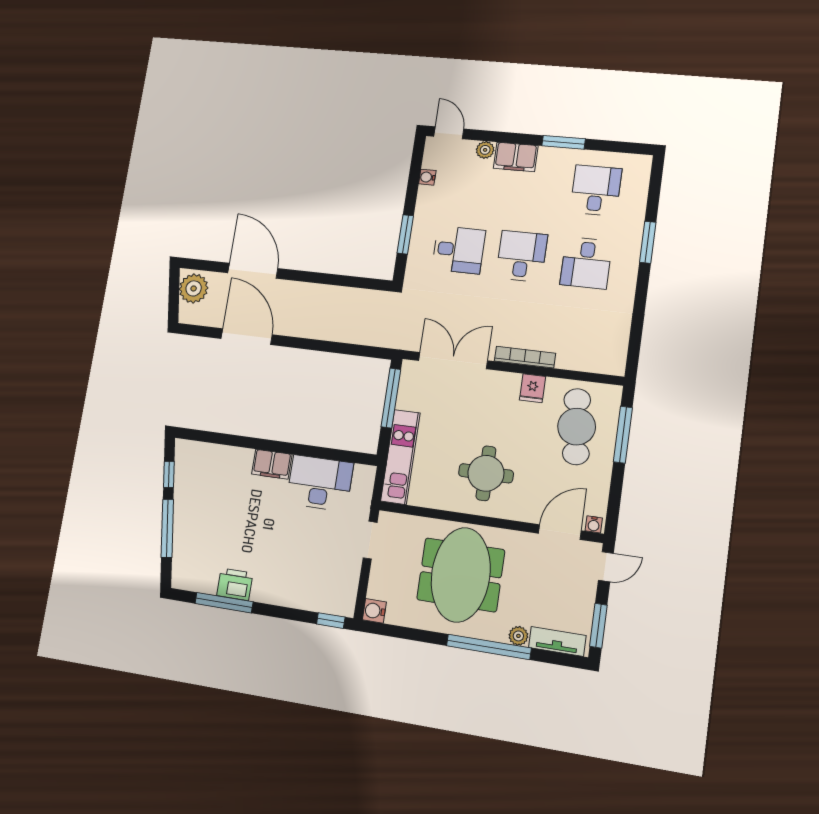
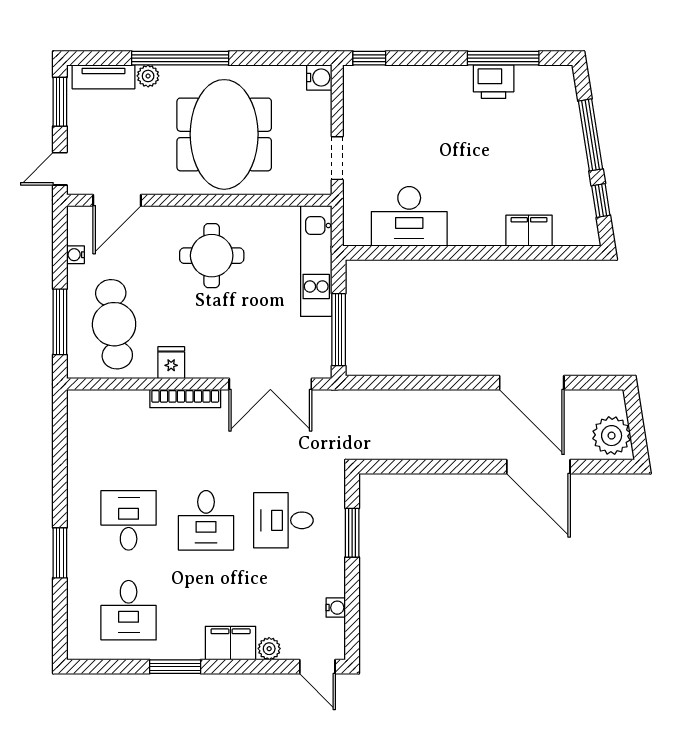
filing cabinet: (272, 464) -> (529, 231), moved
water cooler: (594, 524) -> (76, 255), moved, turned -90

